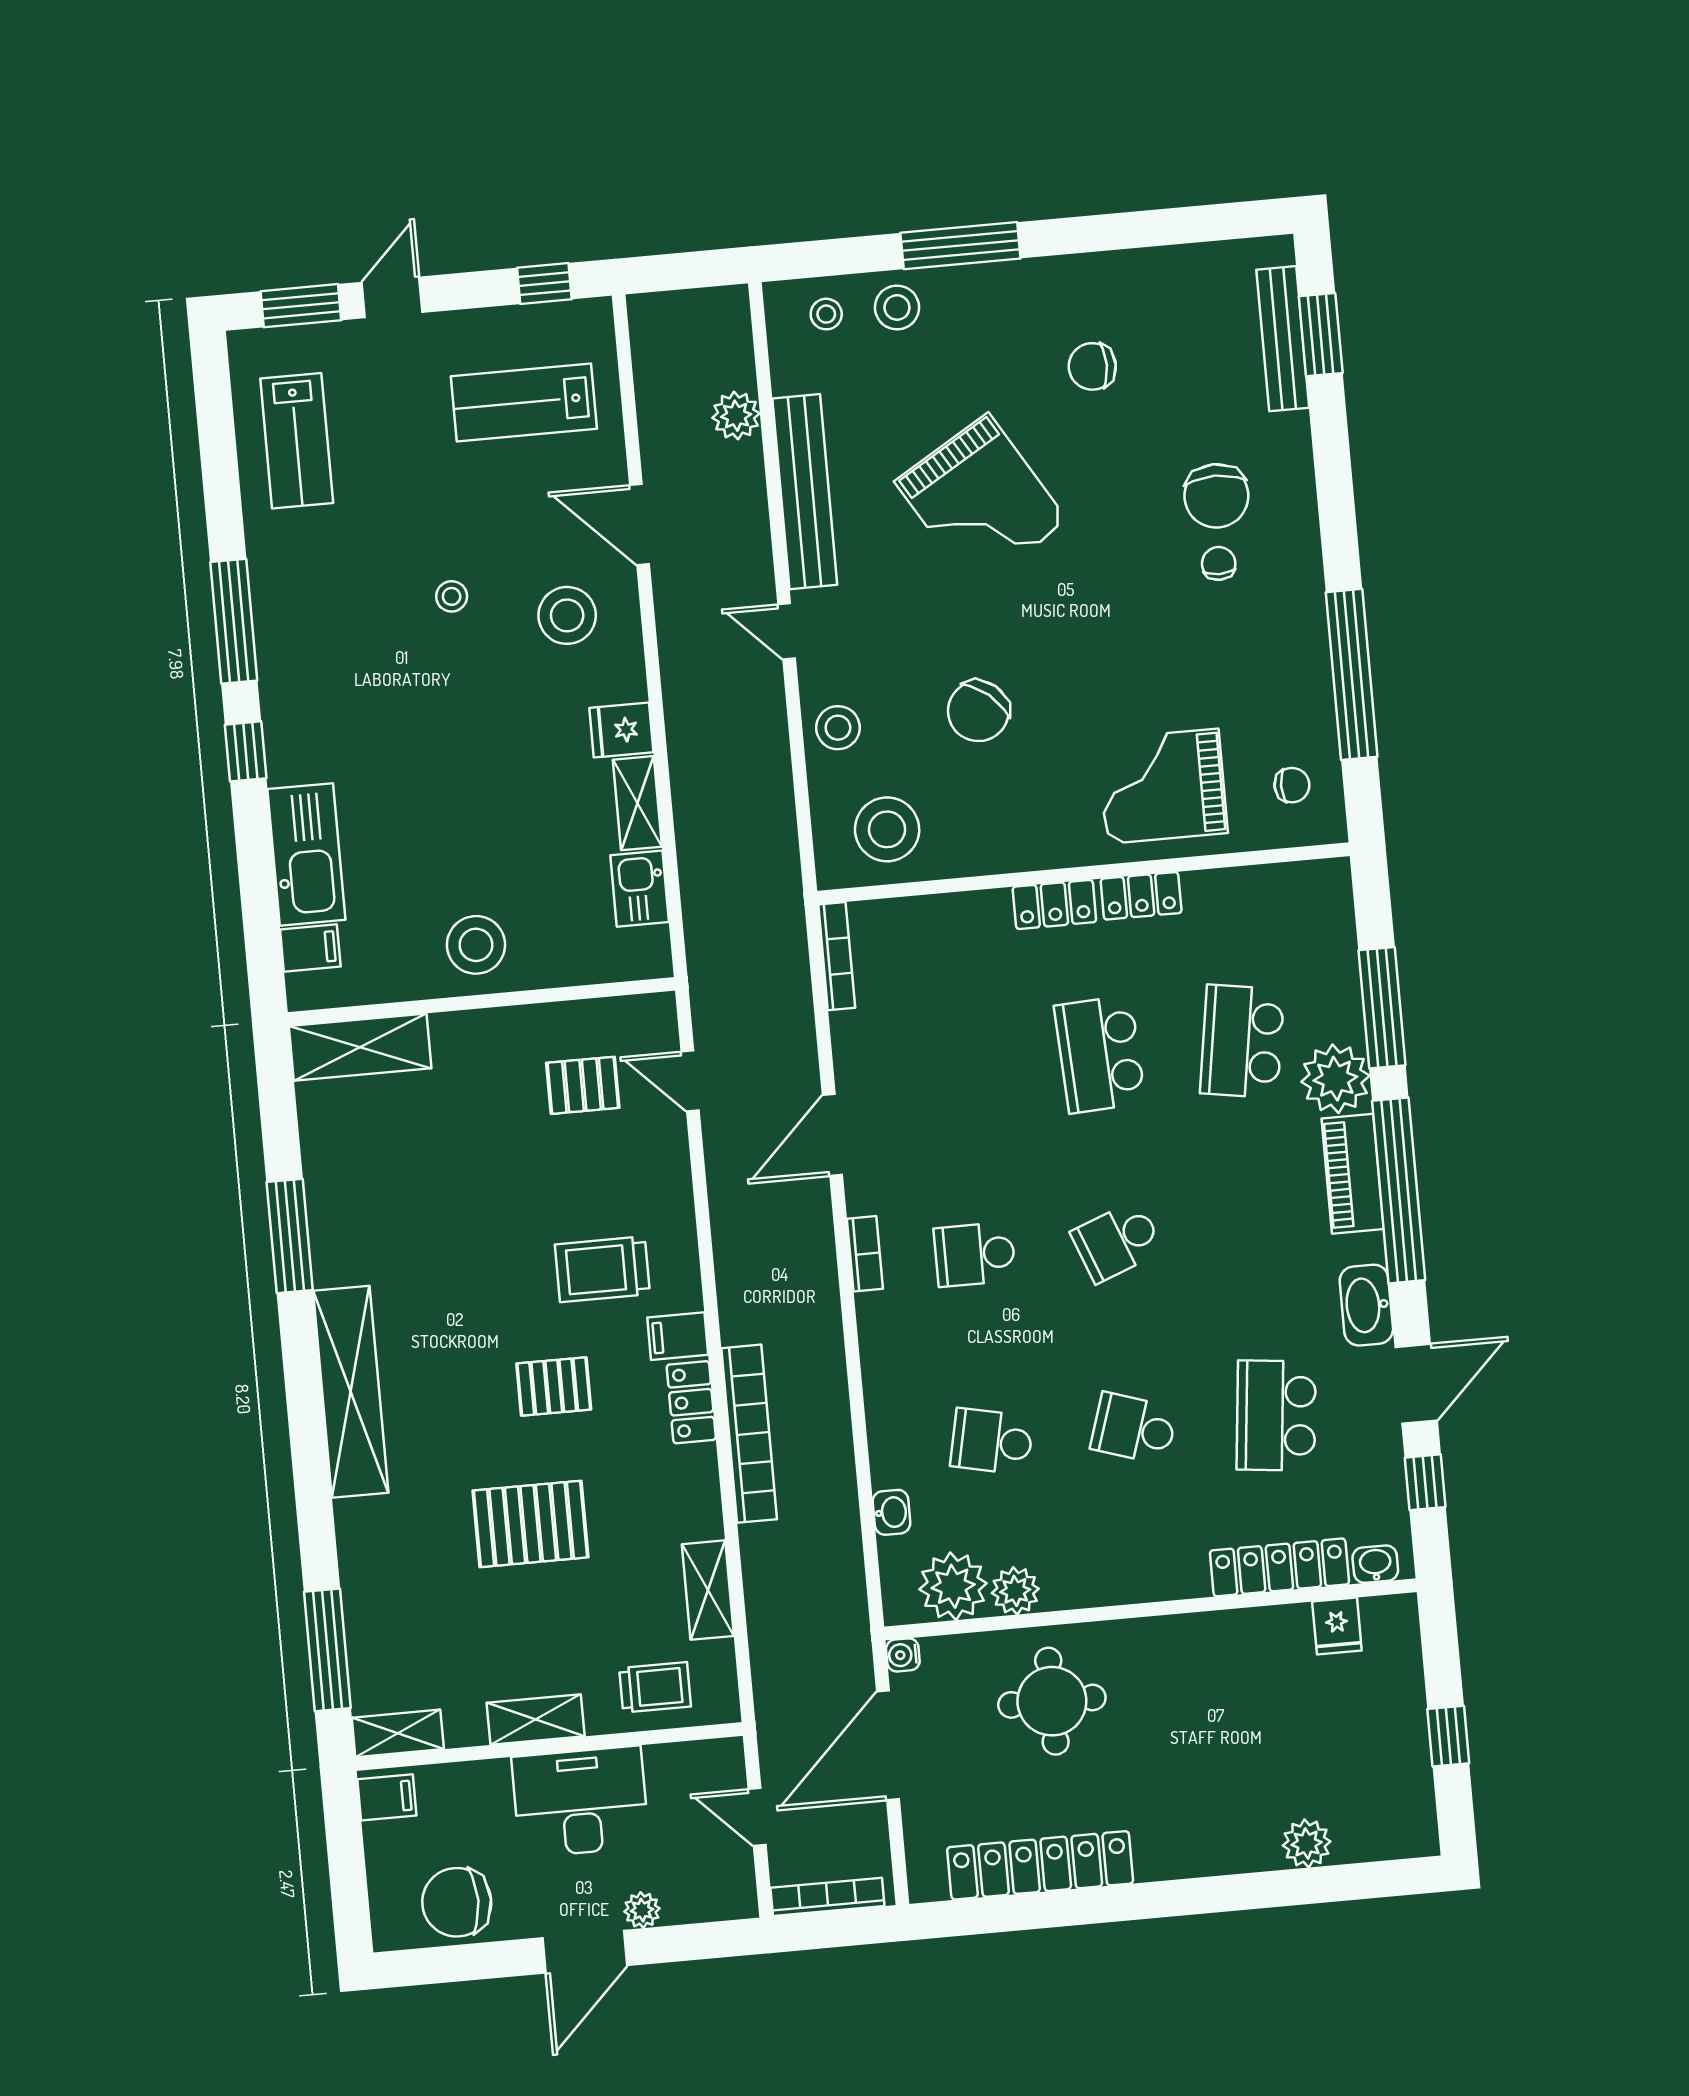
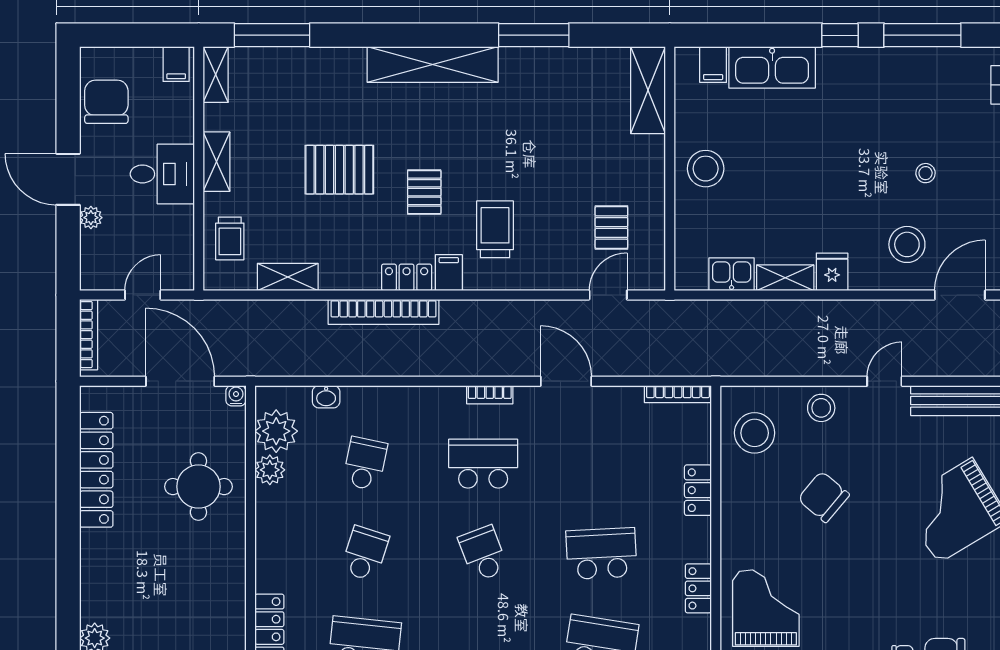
locker: (1054, 904) -> (698, 490), moved
school desk: (975, 1254) -> (483, 464), width x1.85
pallet: (530, 1524) -> (339, 170), turned 90
desk: (580, 1802) -> (162, 174), width x0.73

